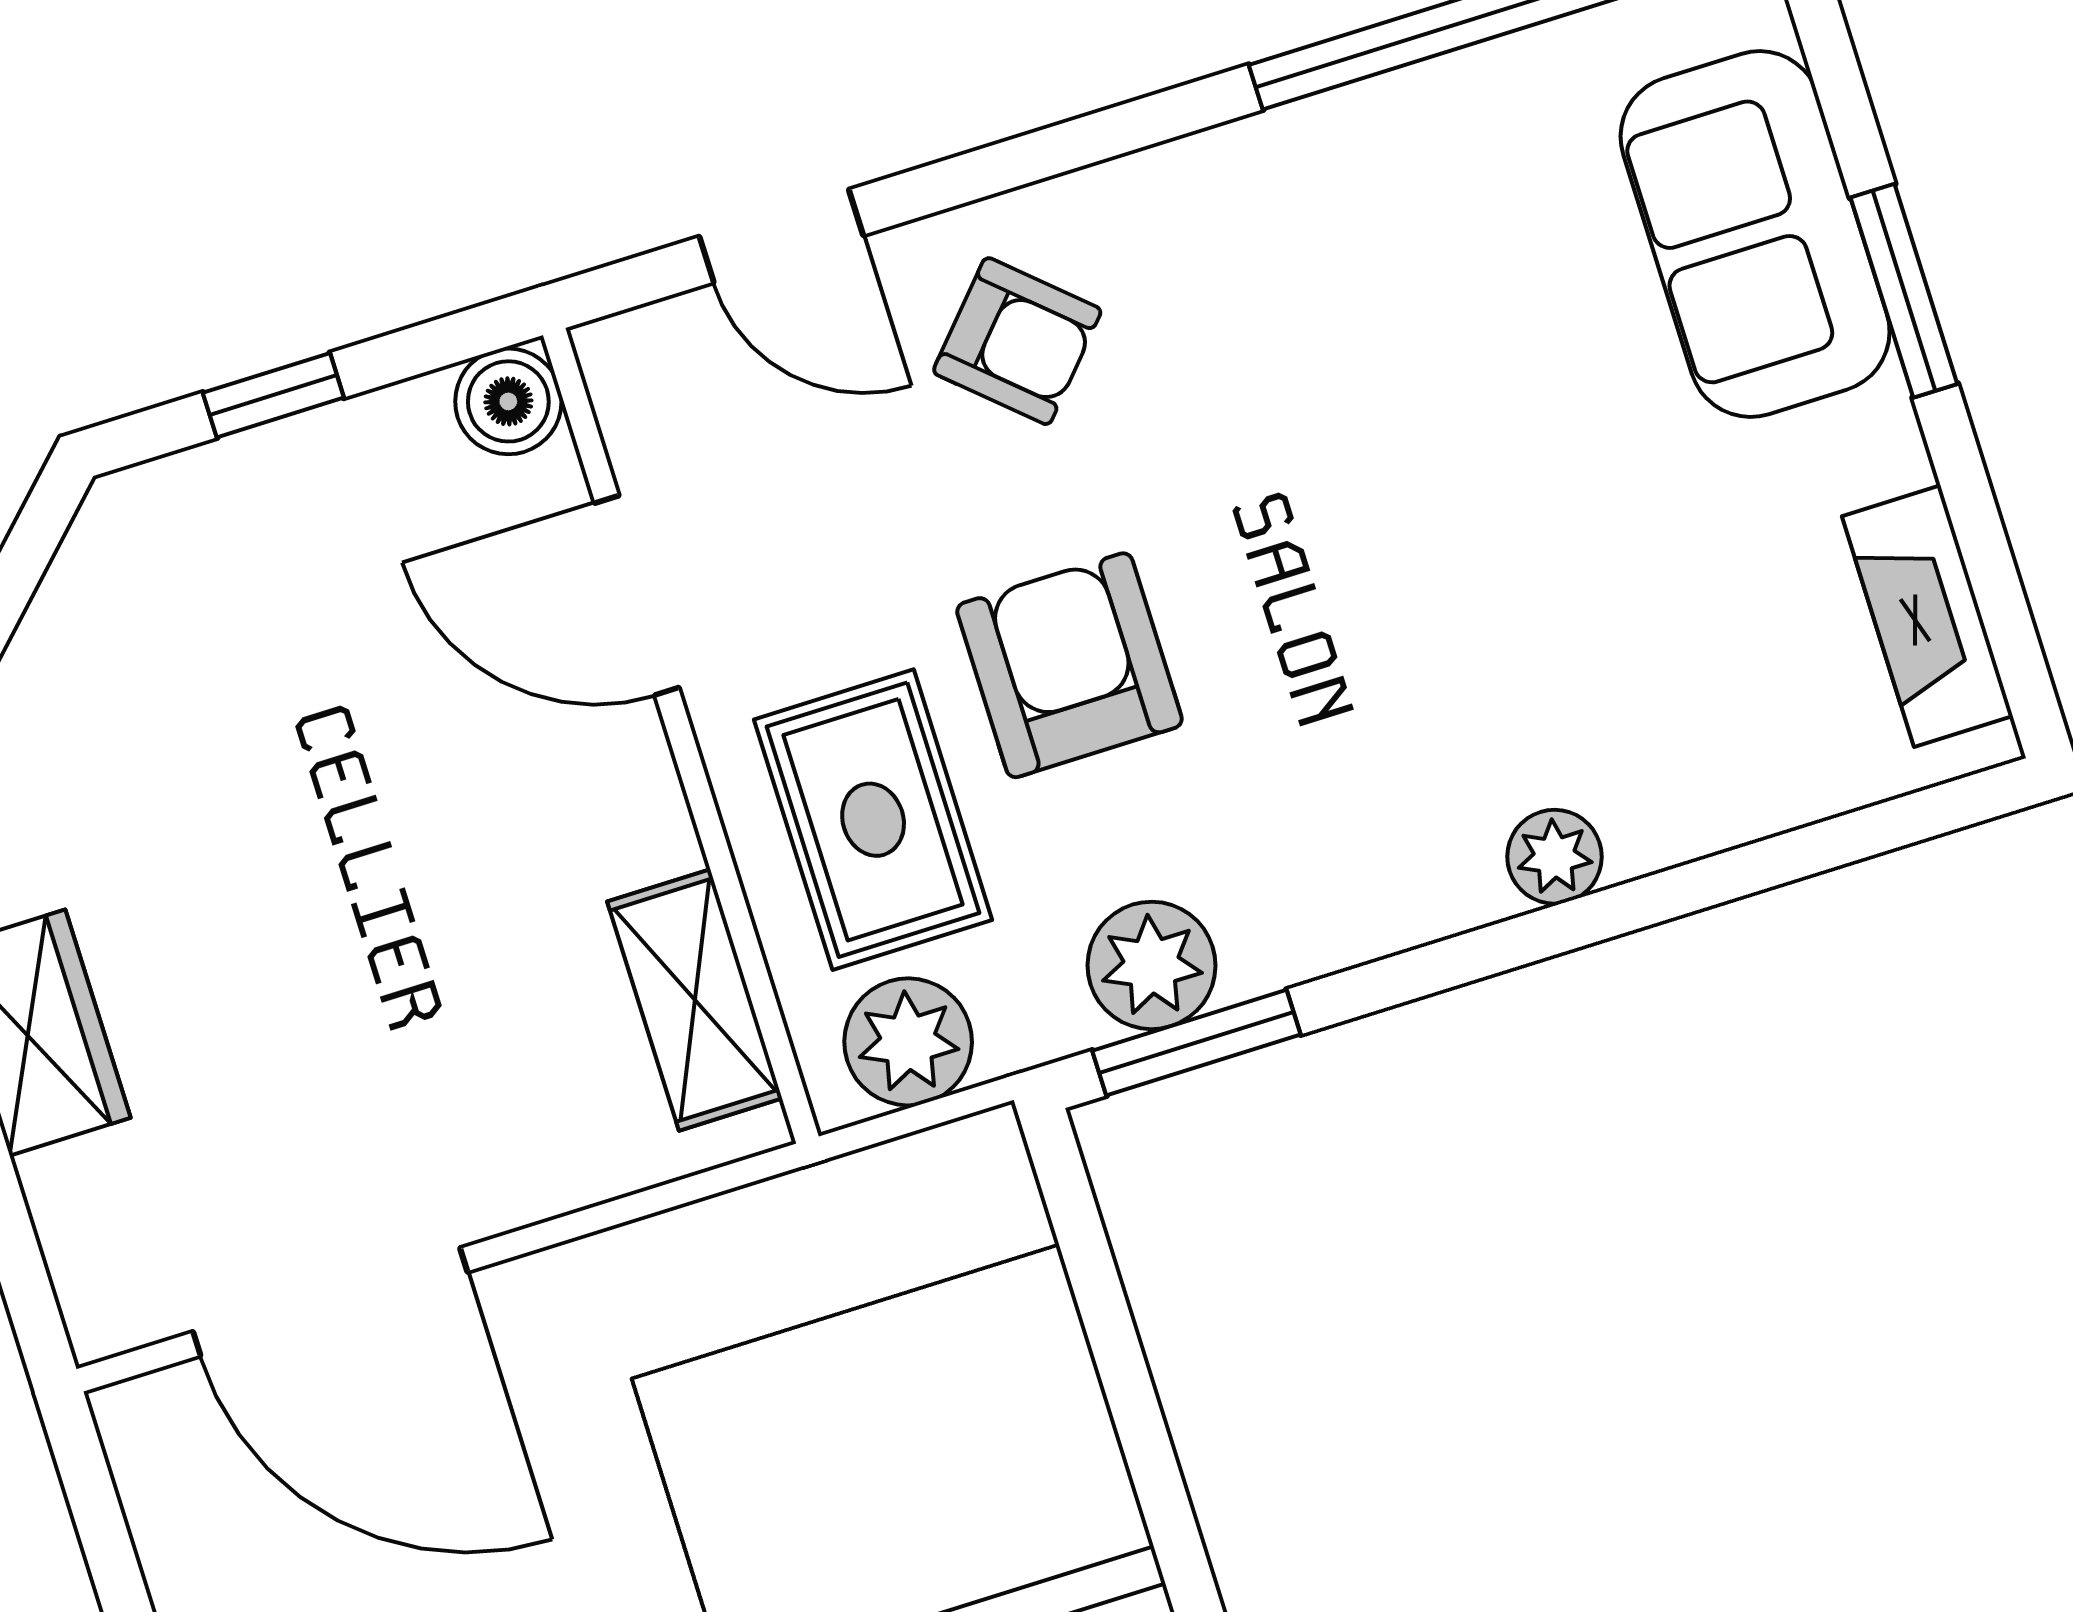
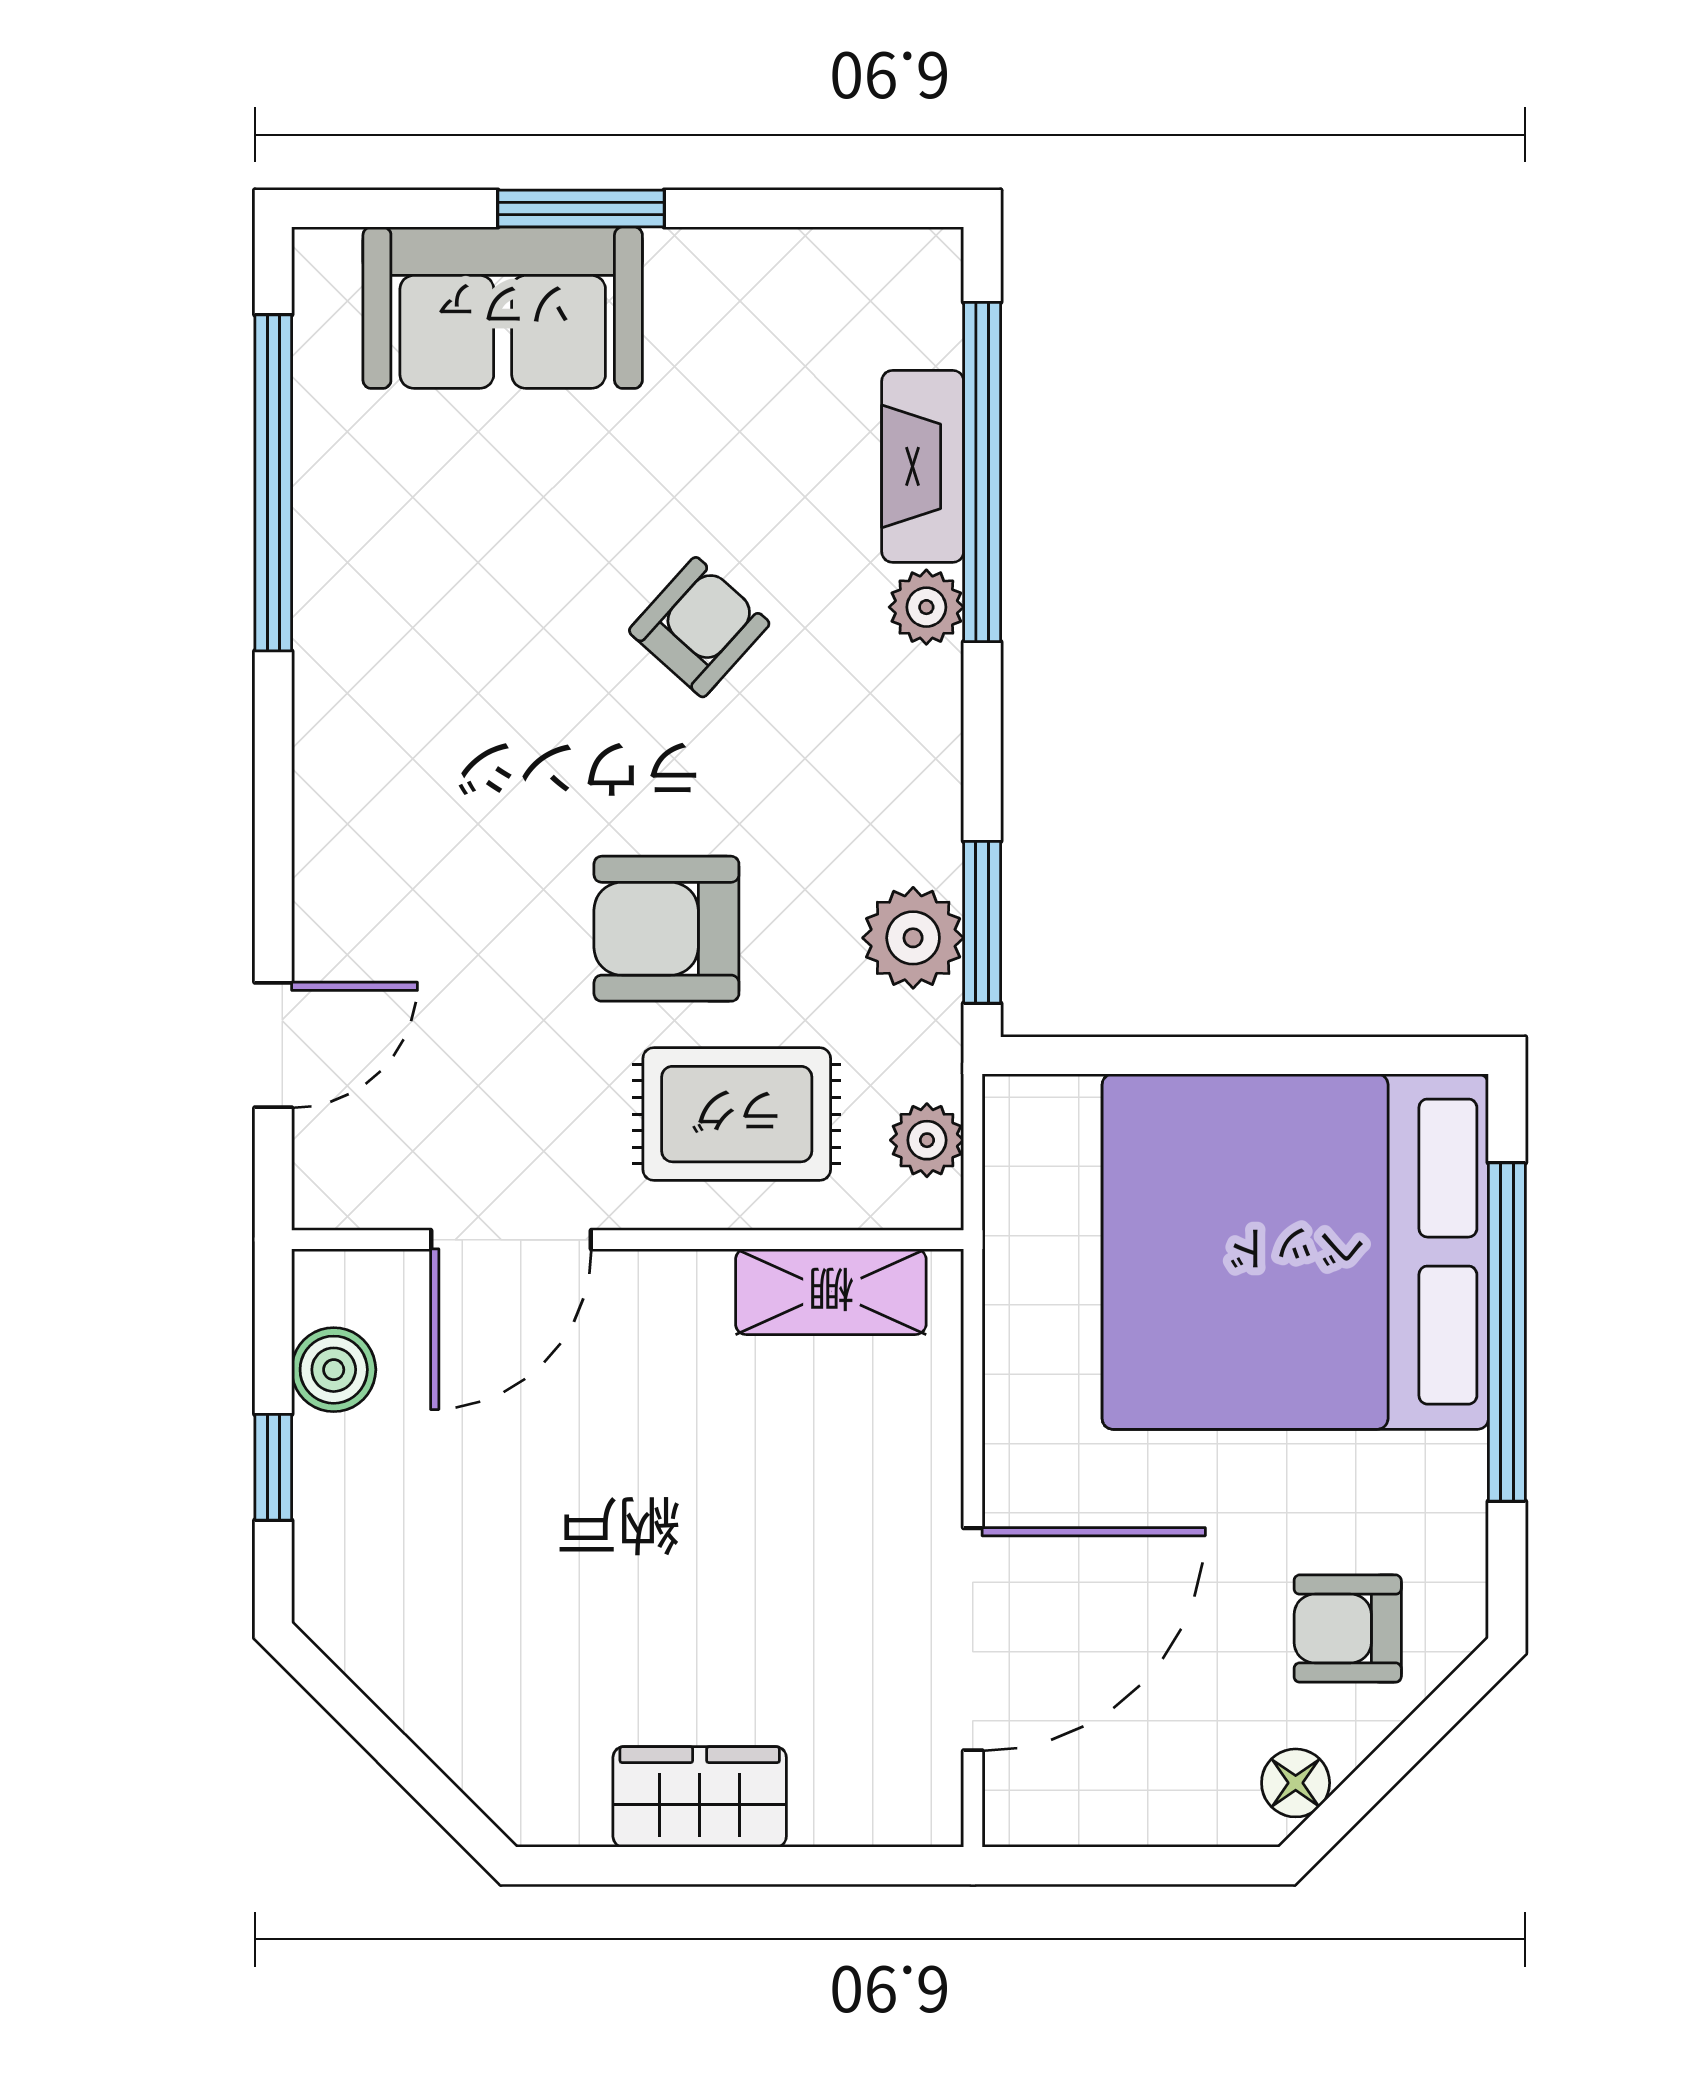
armchair: (1017, 341) -> (699, 627), moved
boiler: (508, 401) -> (334, 1370), moved
fireplace: (1927, 616) -> (923, 466), moved, turned 90
window: (1738, 873) -> (982, 472), added
plant: (908, 1042) -> (927, 1140), width x0.73, depth x0.73

